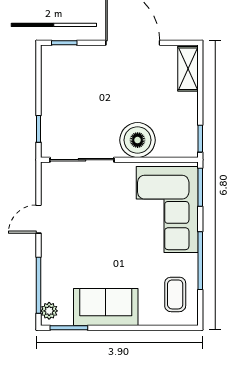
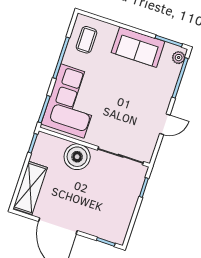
shelving: (188, 69) -> (30, 188), width x1.50, depth x1.33

